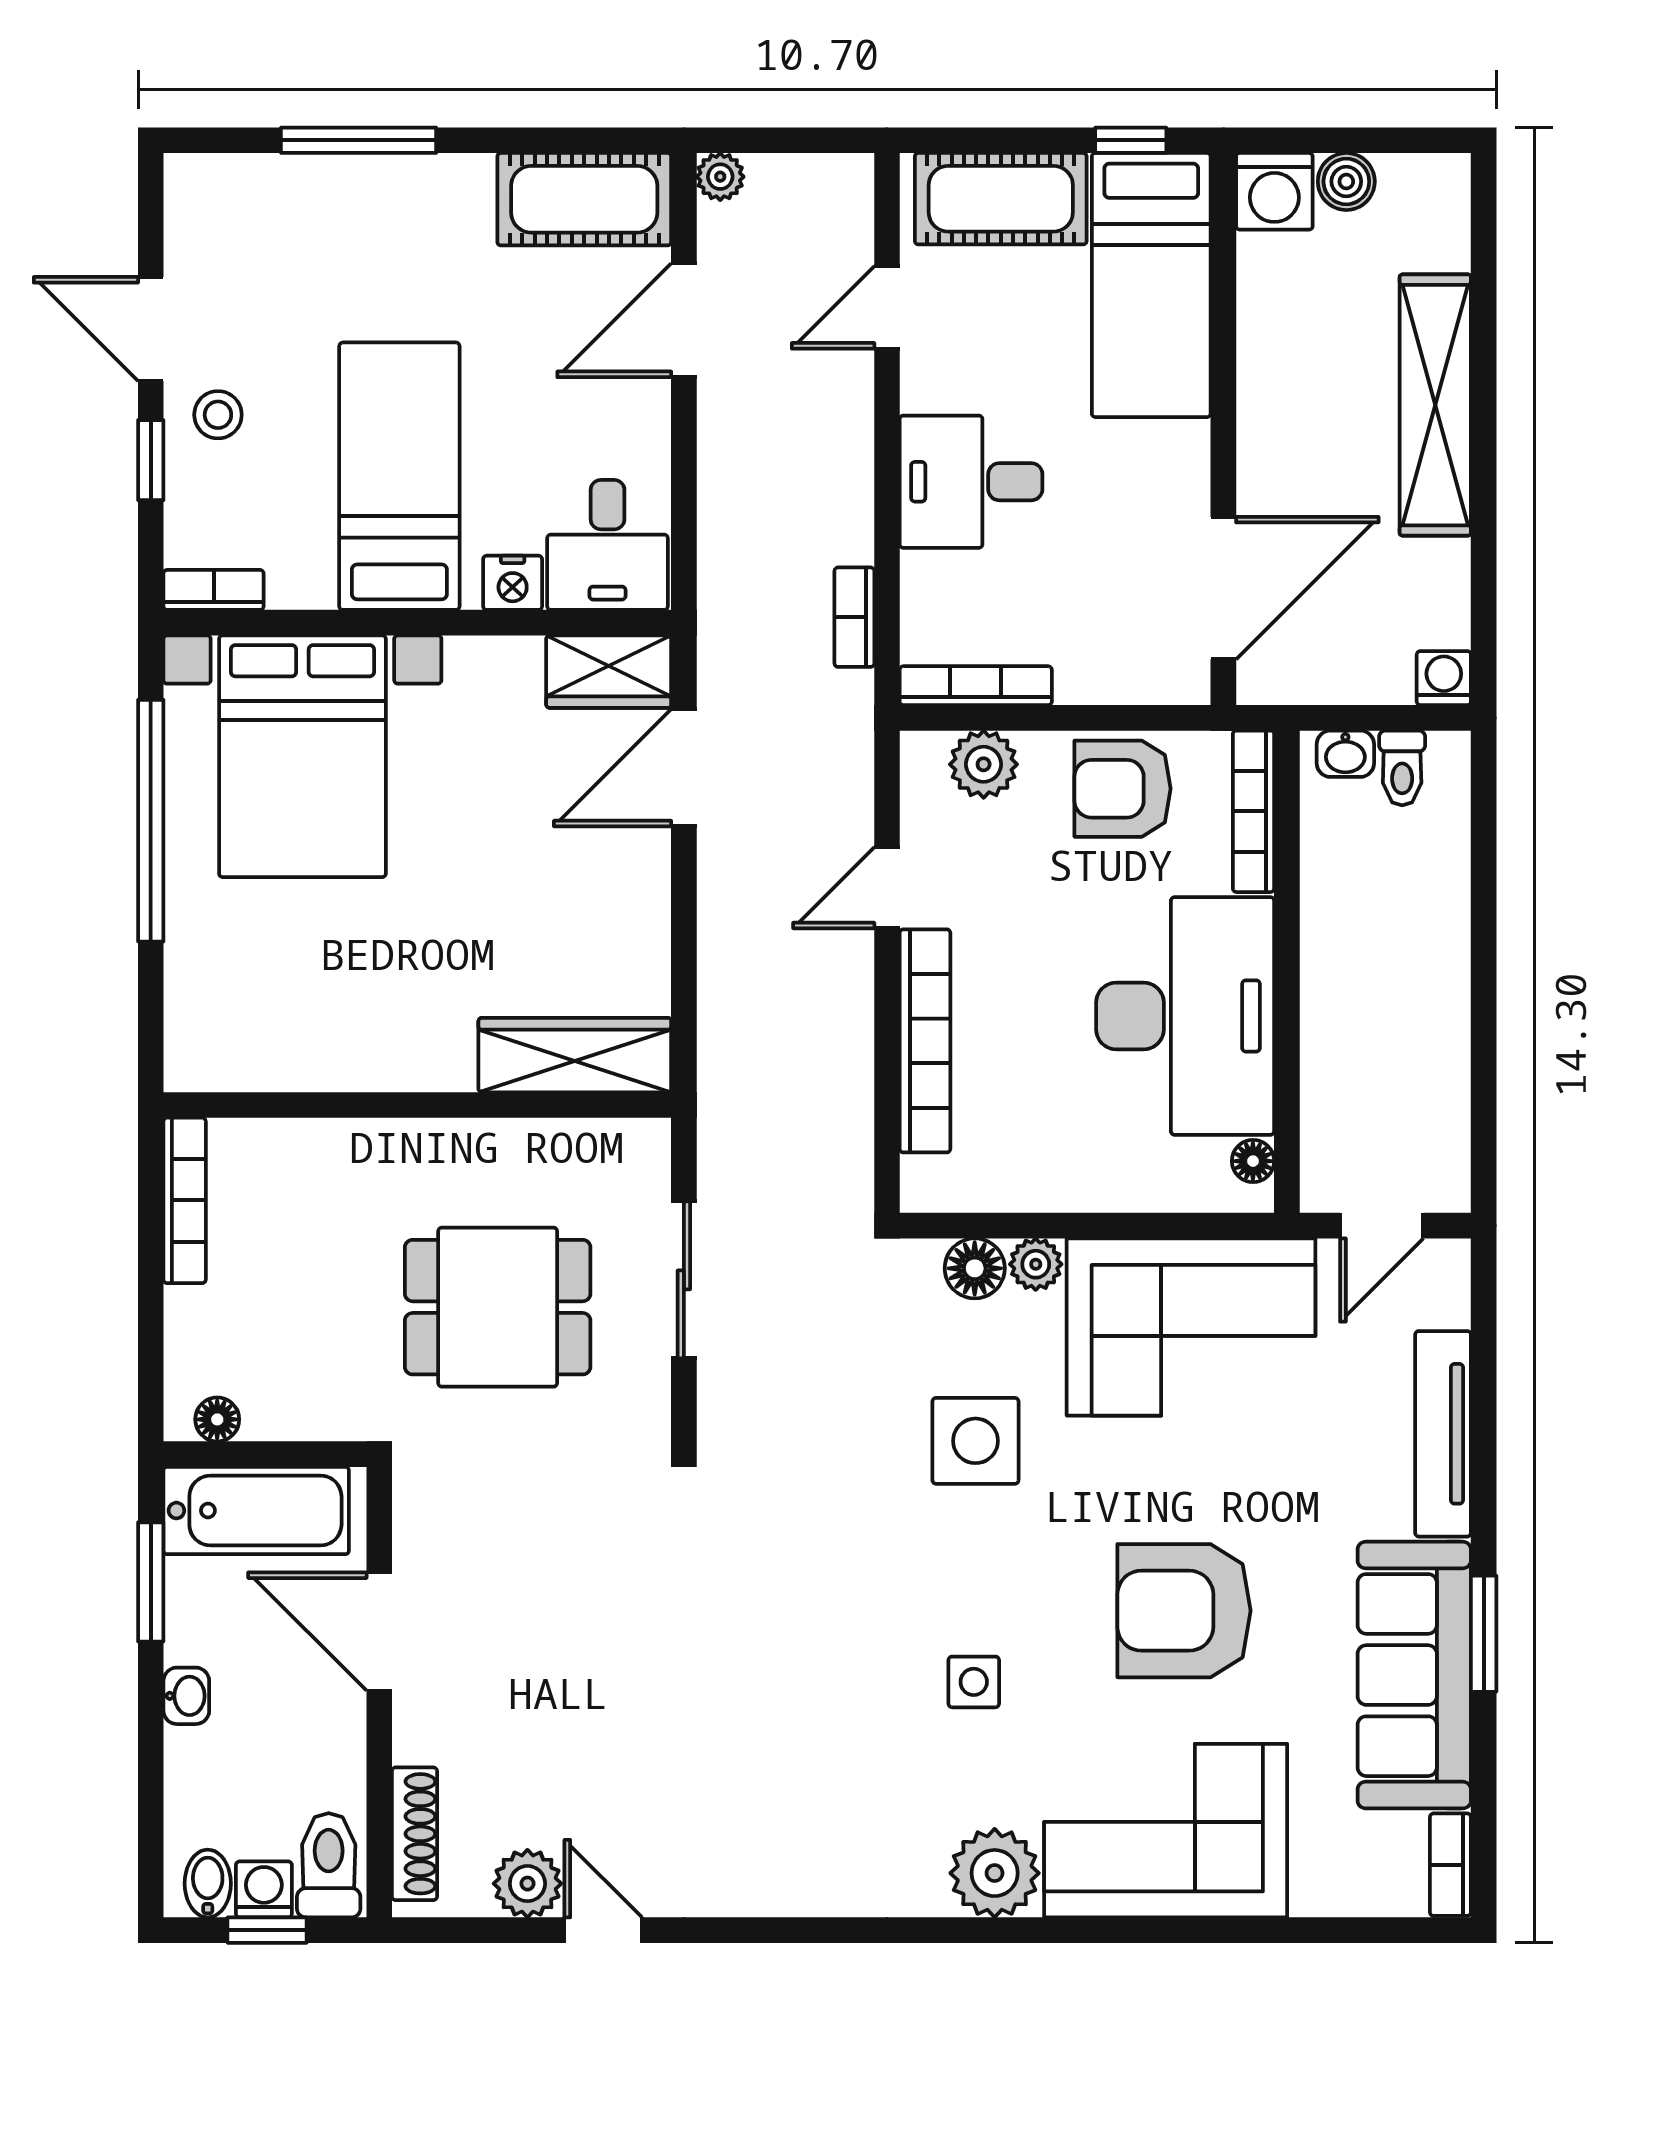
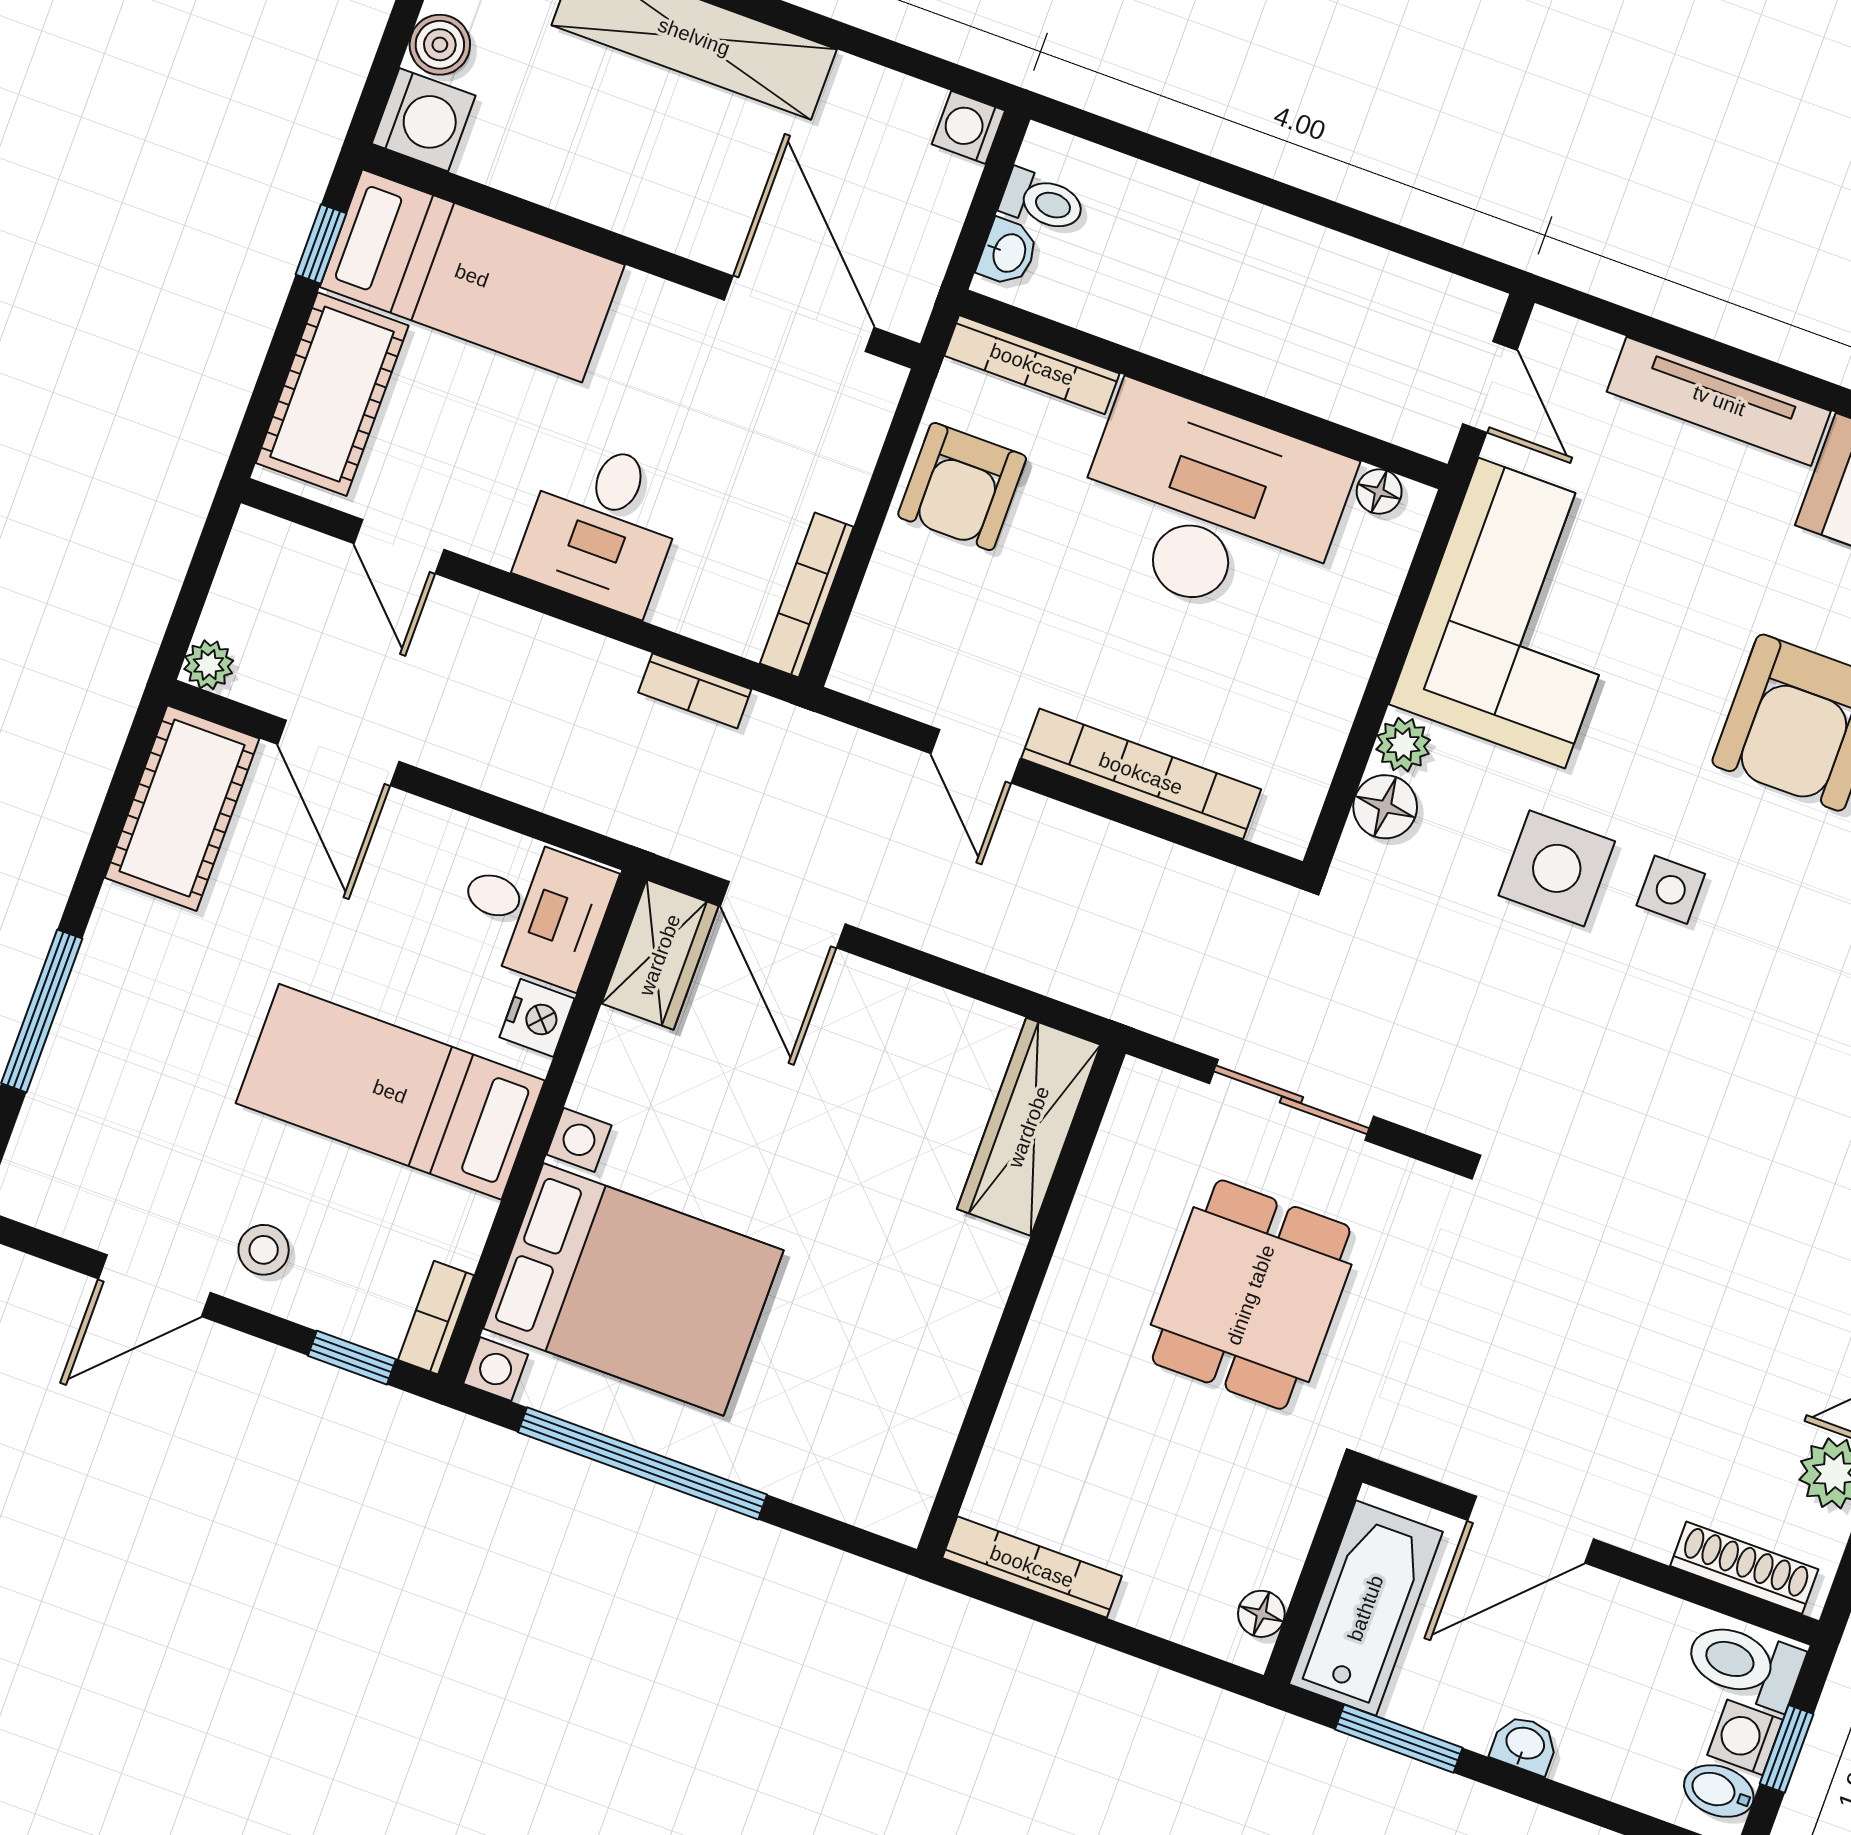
window: (151, 460) -> (352, 1358), moved
plant: (984, 764) -> (888, 616), removed
side table: (974, 1682) -> (1671, 890), moved

